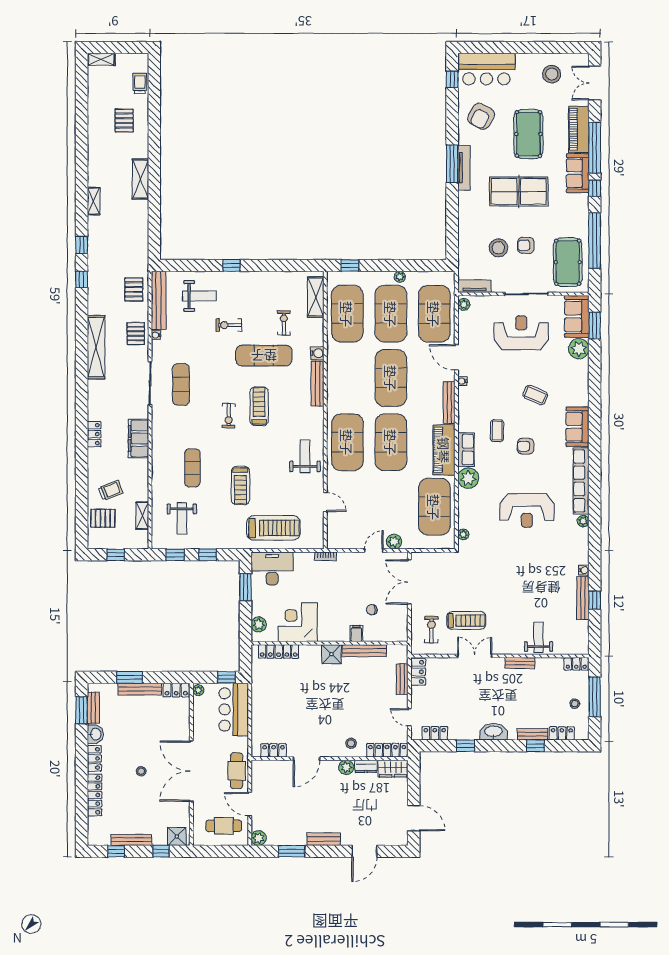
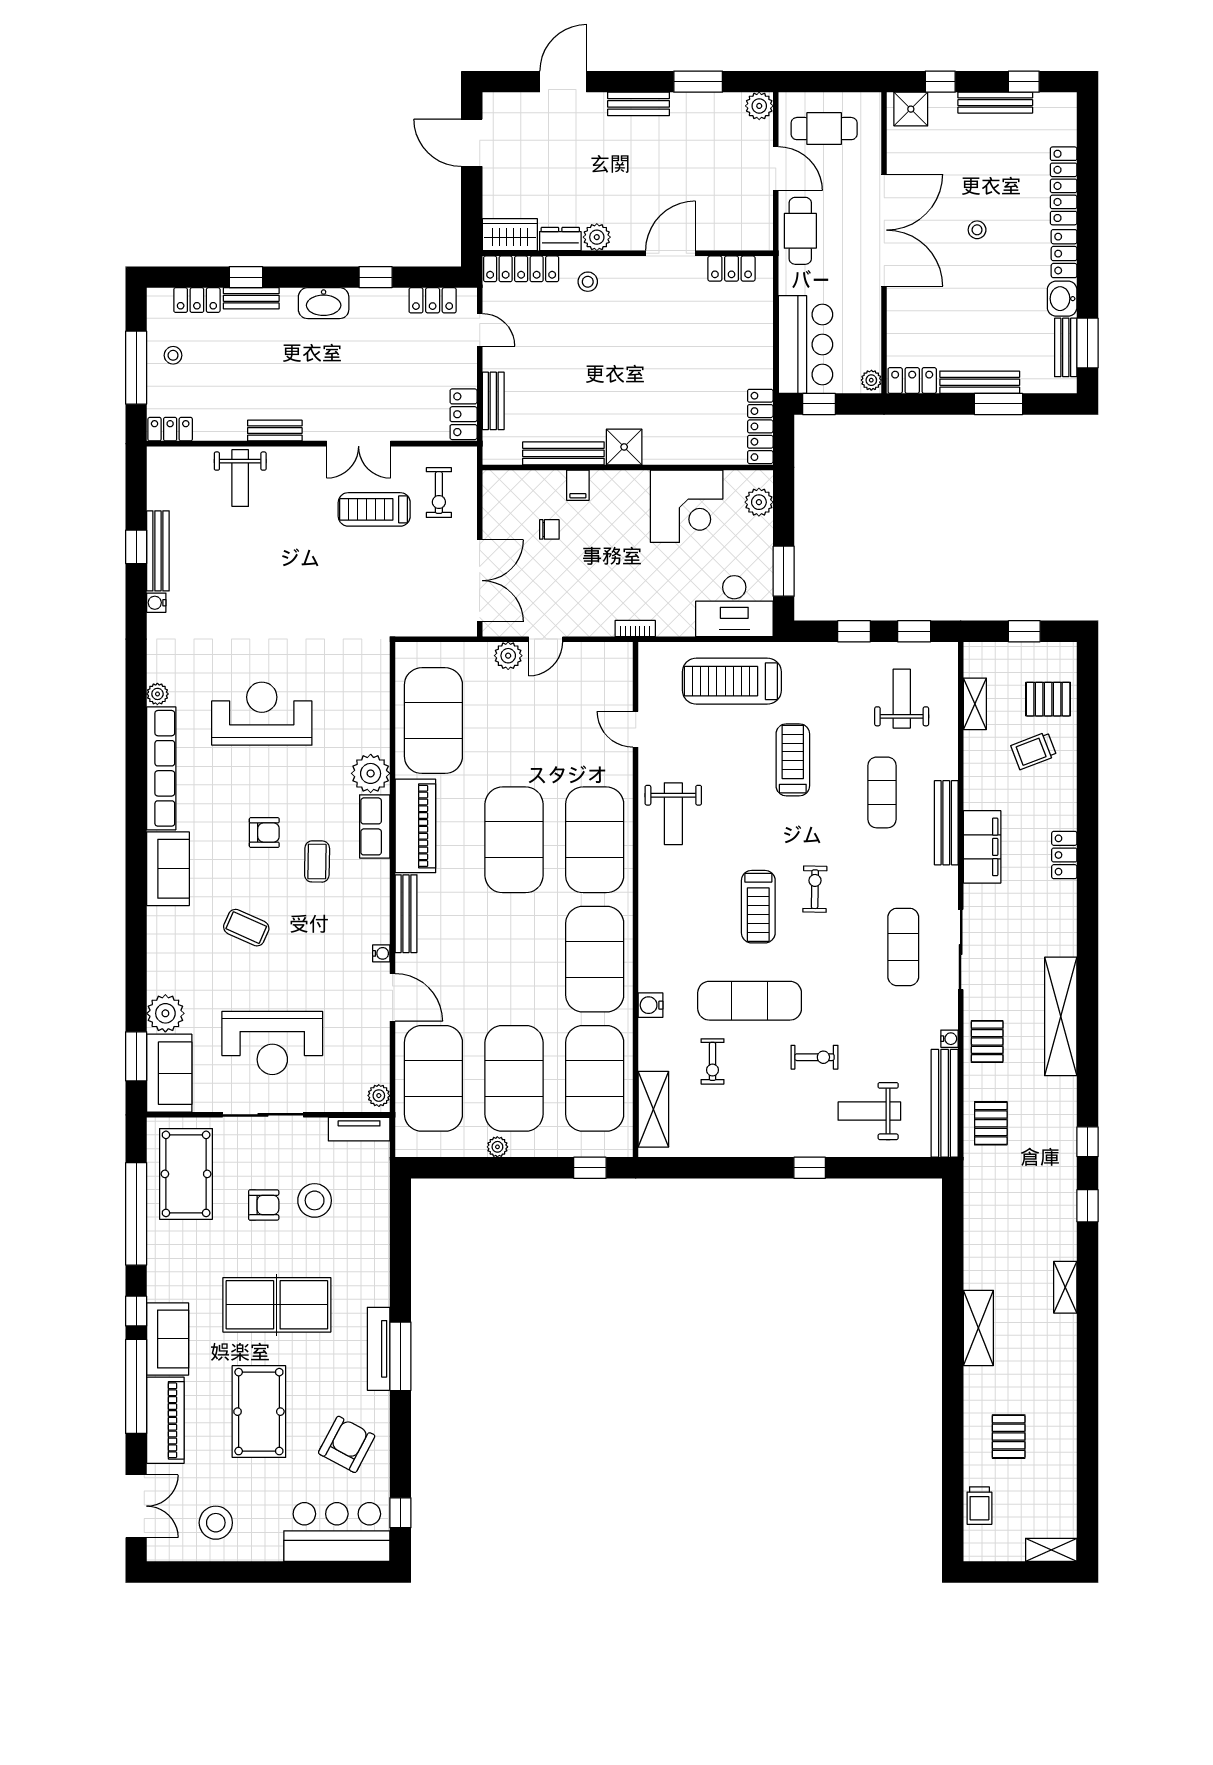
exercise mat: (391, 378) -> (595, 959), moved
bench: (318, 384) -> (946, 823), moved
plant: (463, 534) -> (380, 669), removed
locker: (279, 651) -> (760, 426), moved, turned -90

